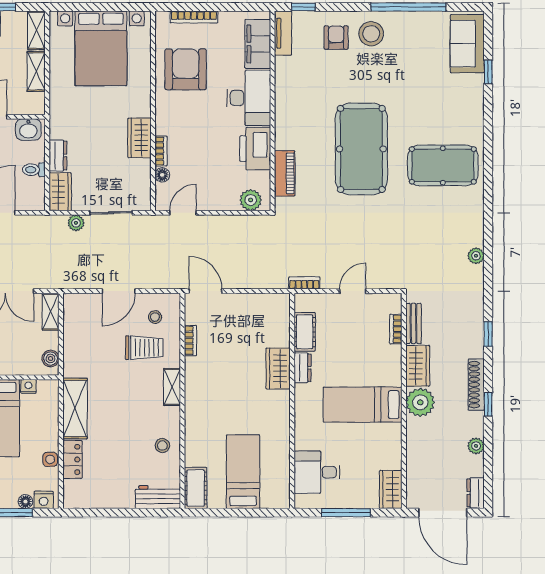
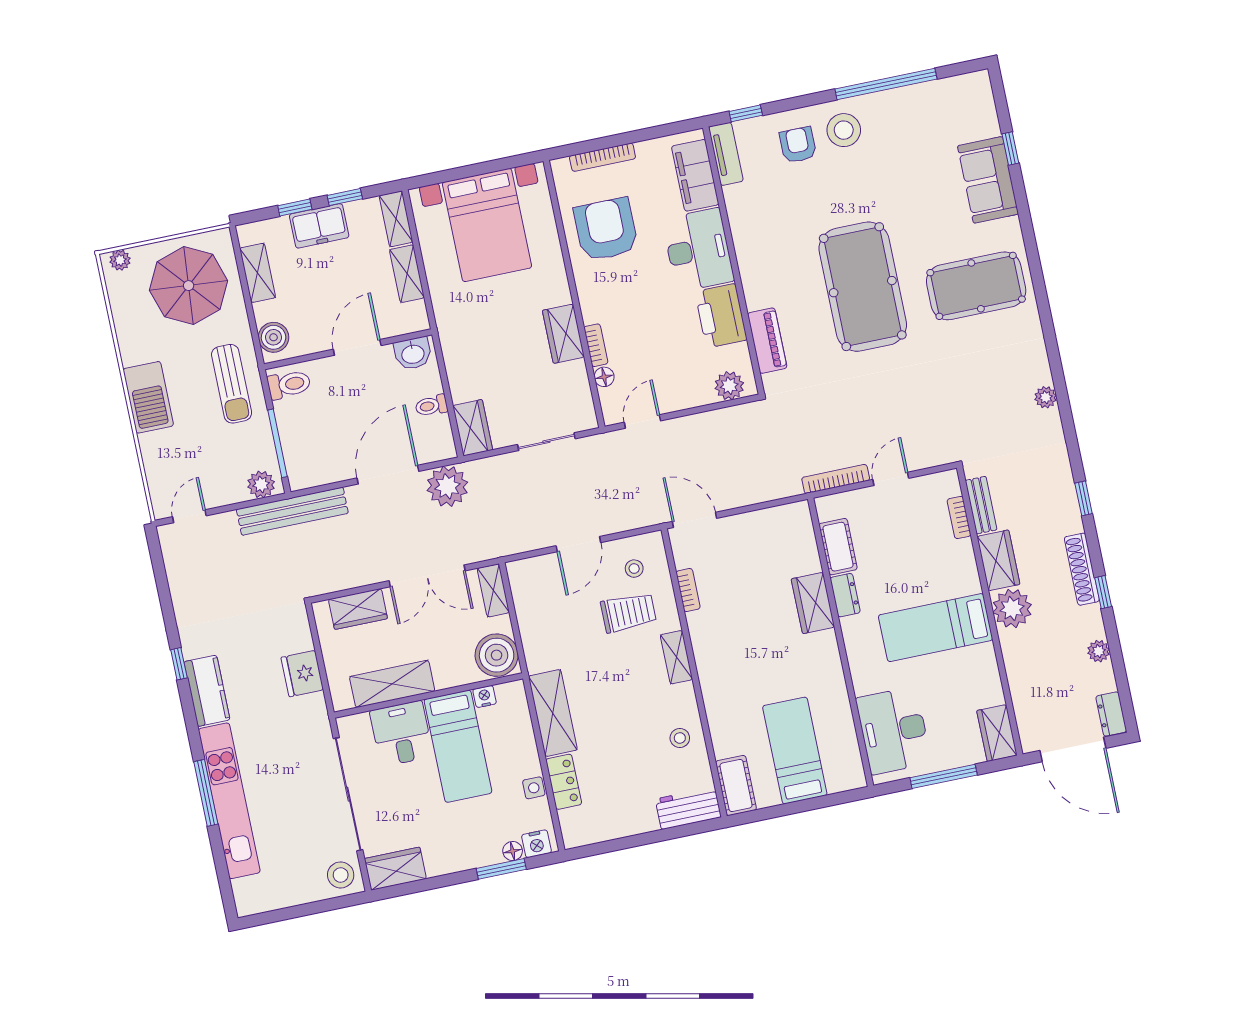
sofa: (467, 44) -> (988, 180), moved
dresser: (58, 155) -> (459, 380), removed
plant: (76, 223) -> (447, 486), moved, width x1.87, depth x1.87
bookcase: (304, 283) -> (836, 479), width x1.56
boiler: (51, 359) -> (497, 655), width x1.86, depth x1.86
desk: (317, 472) -> (894, 731), width x1.37

